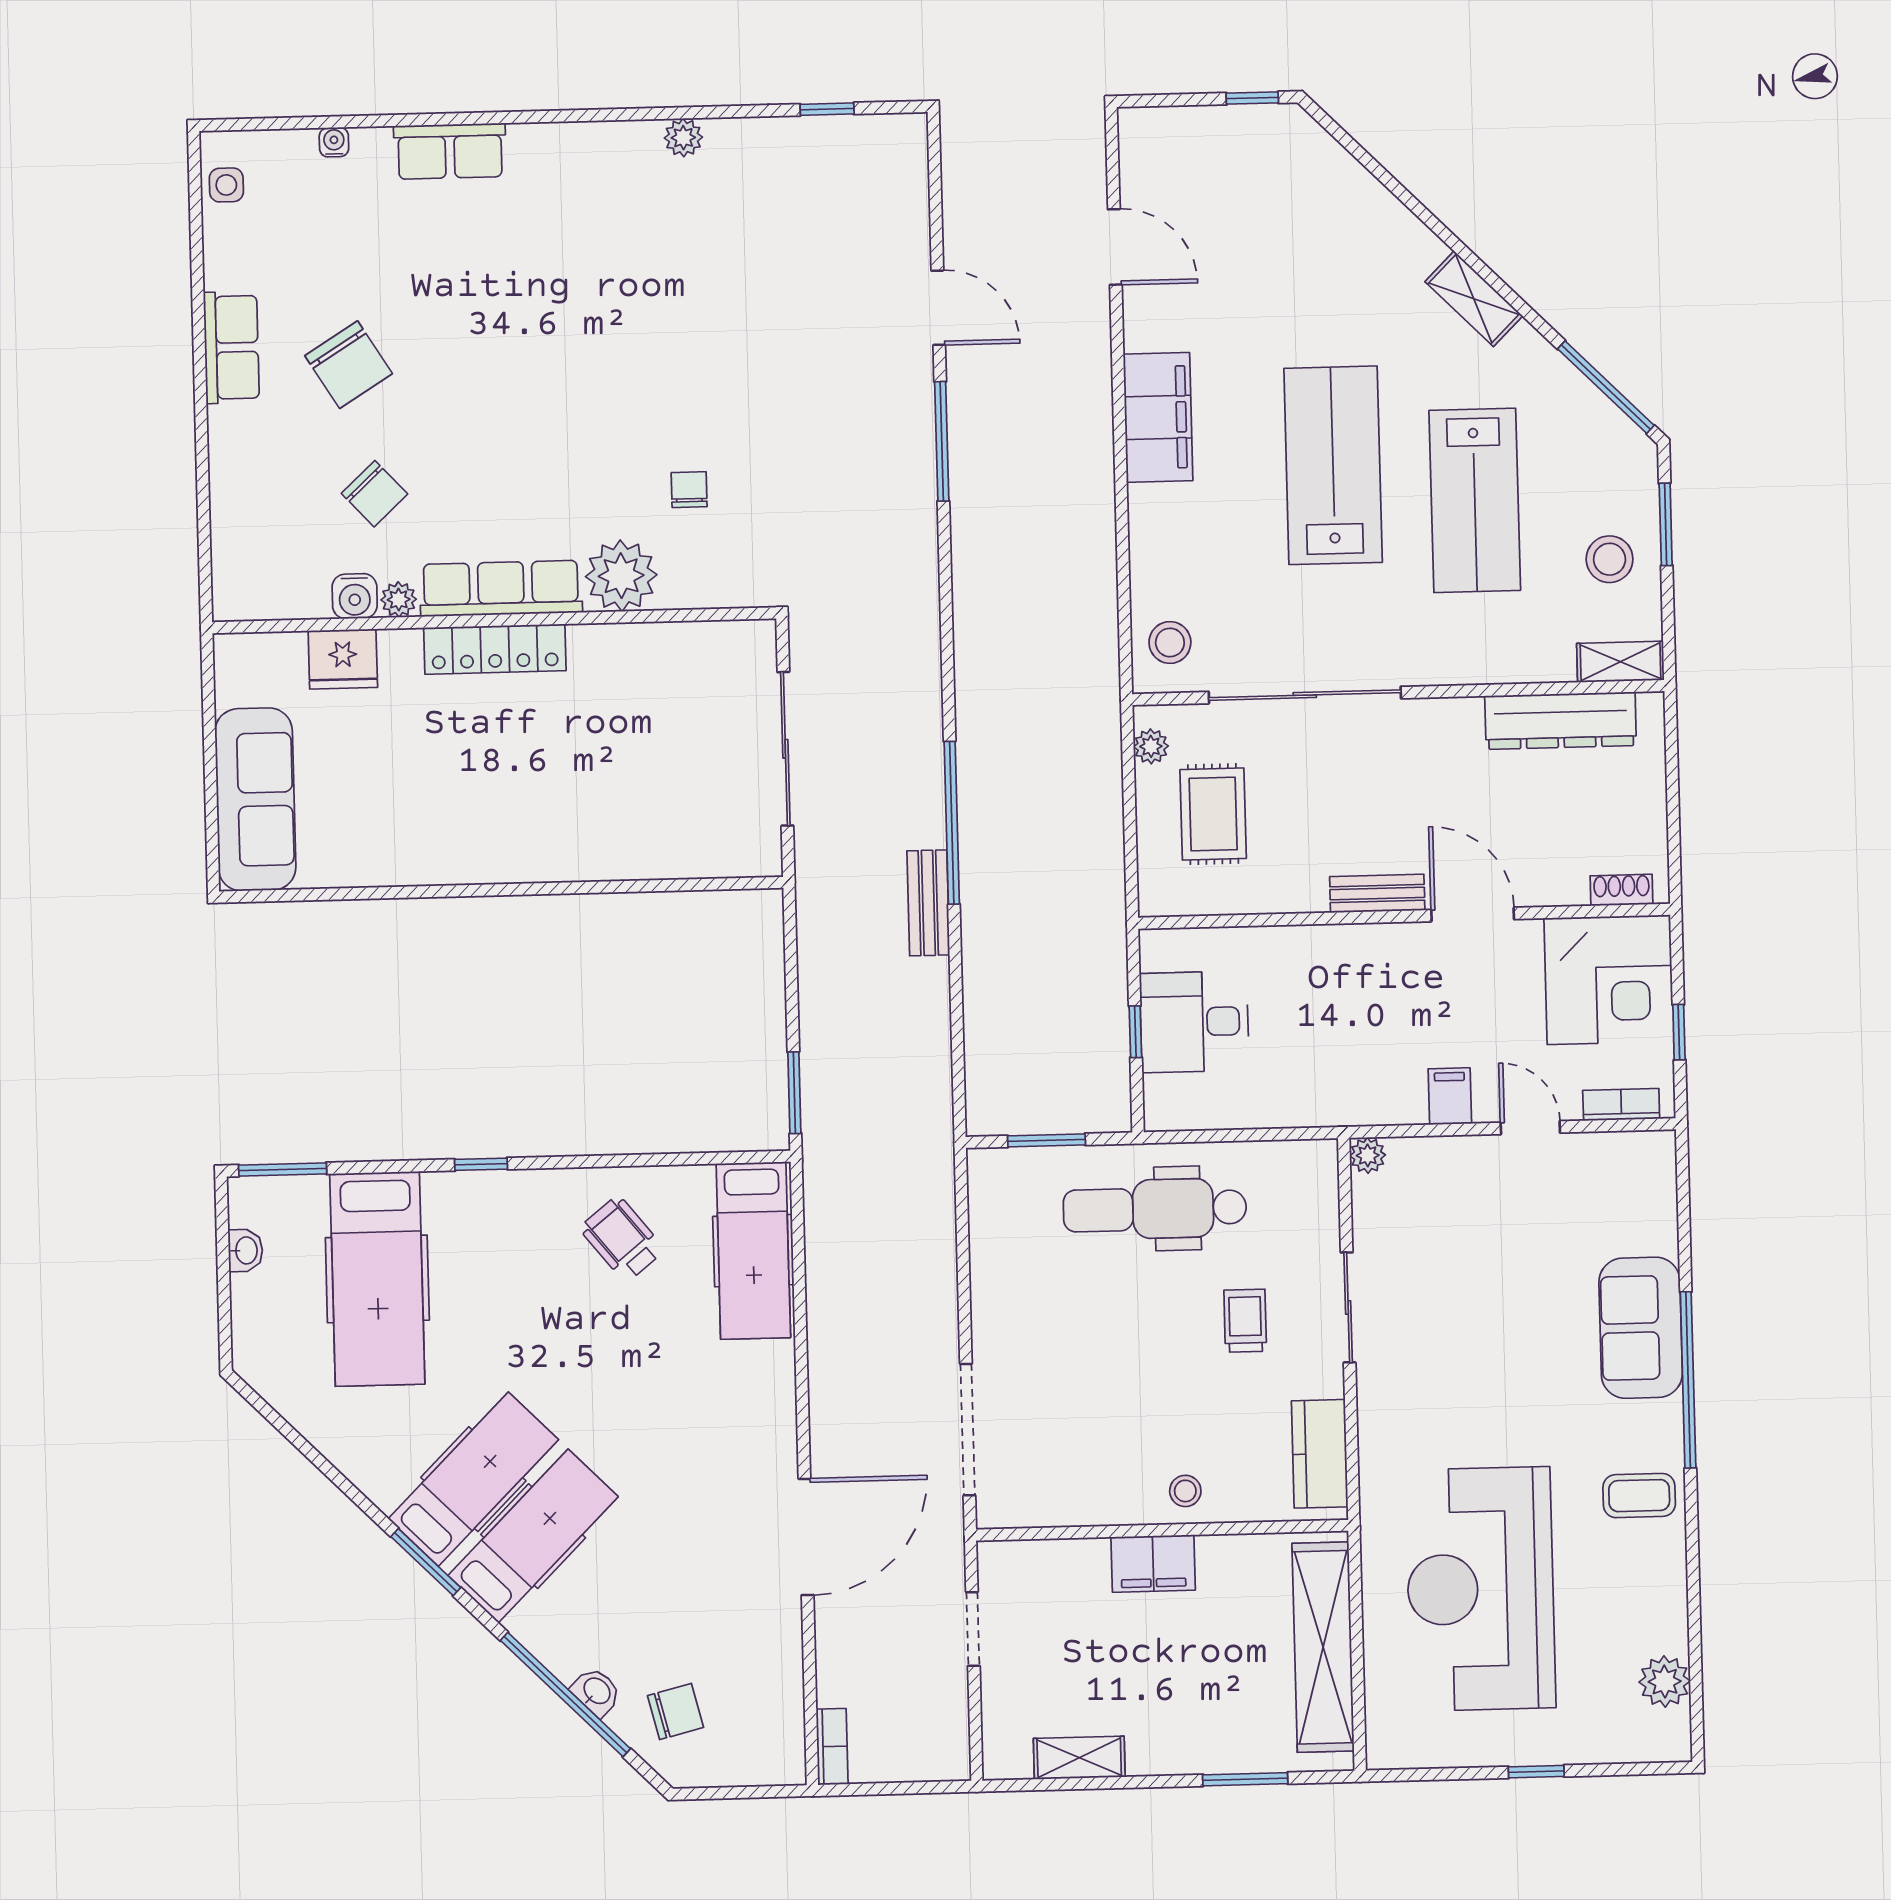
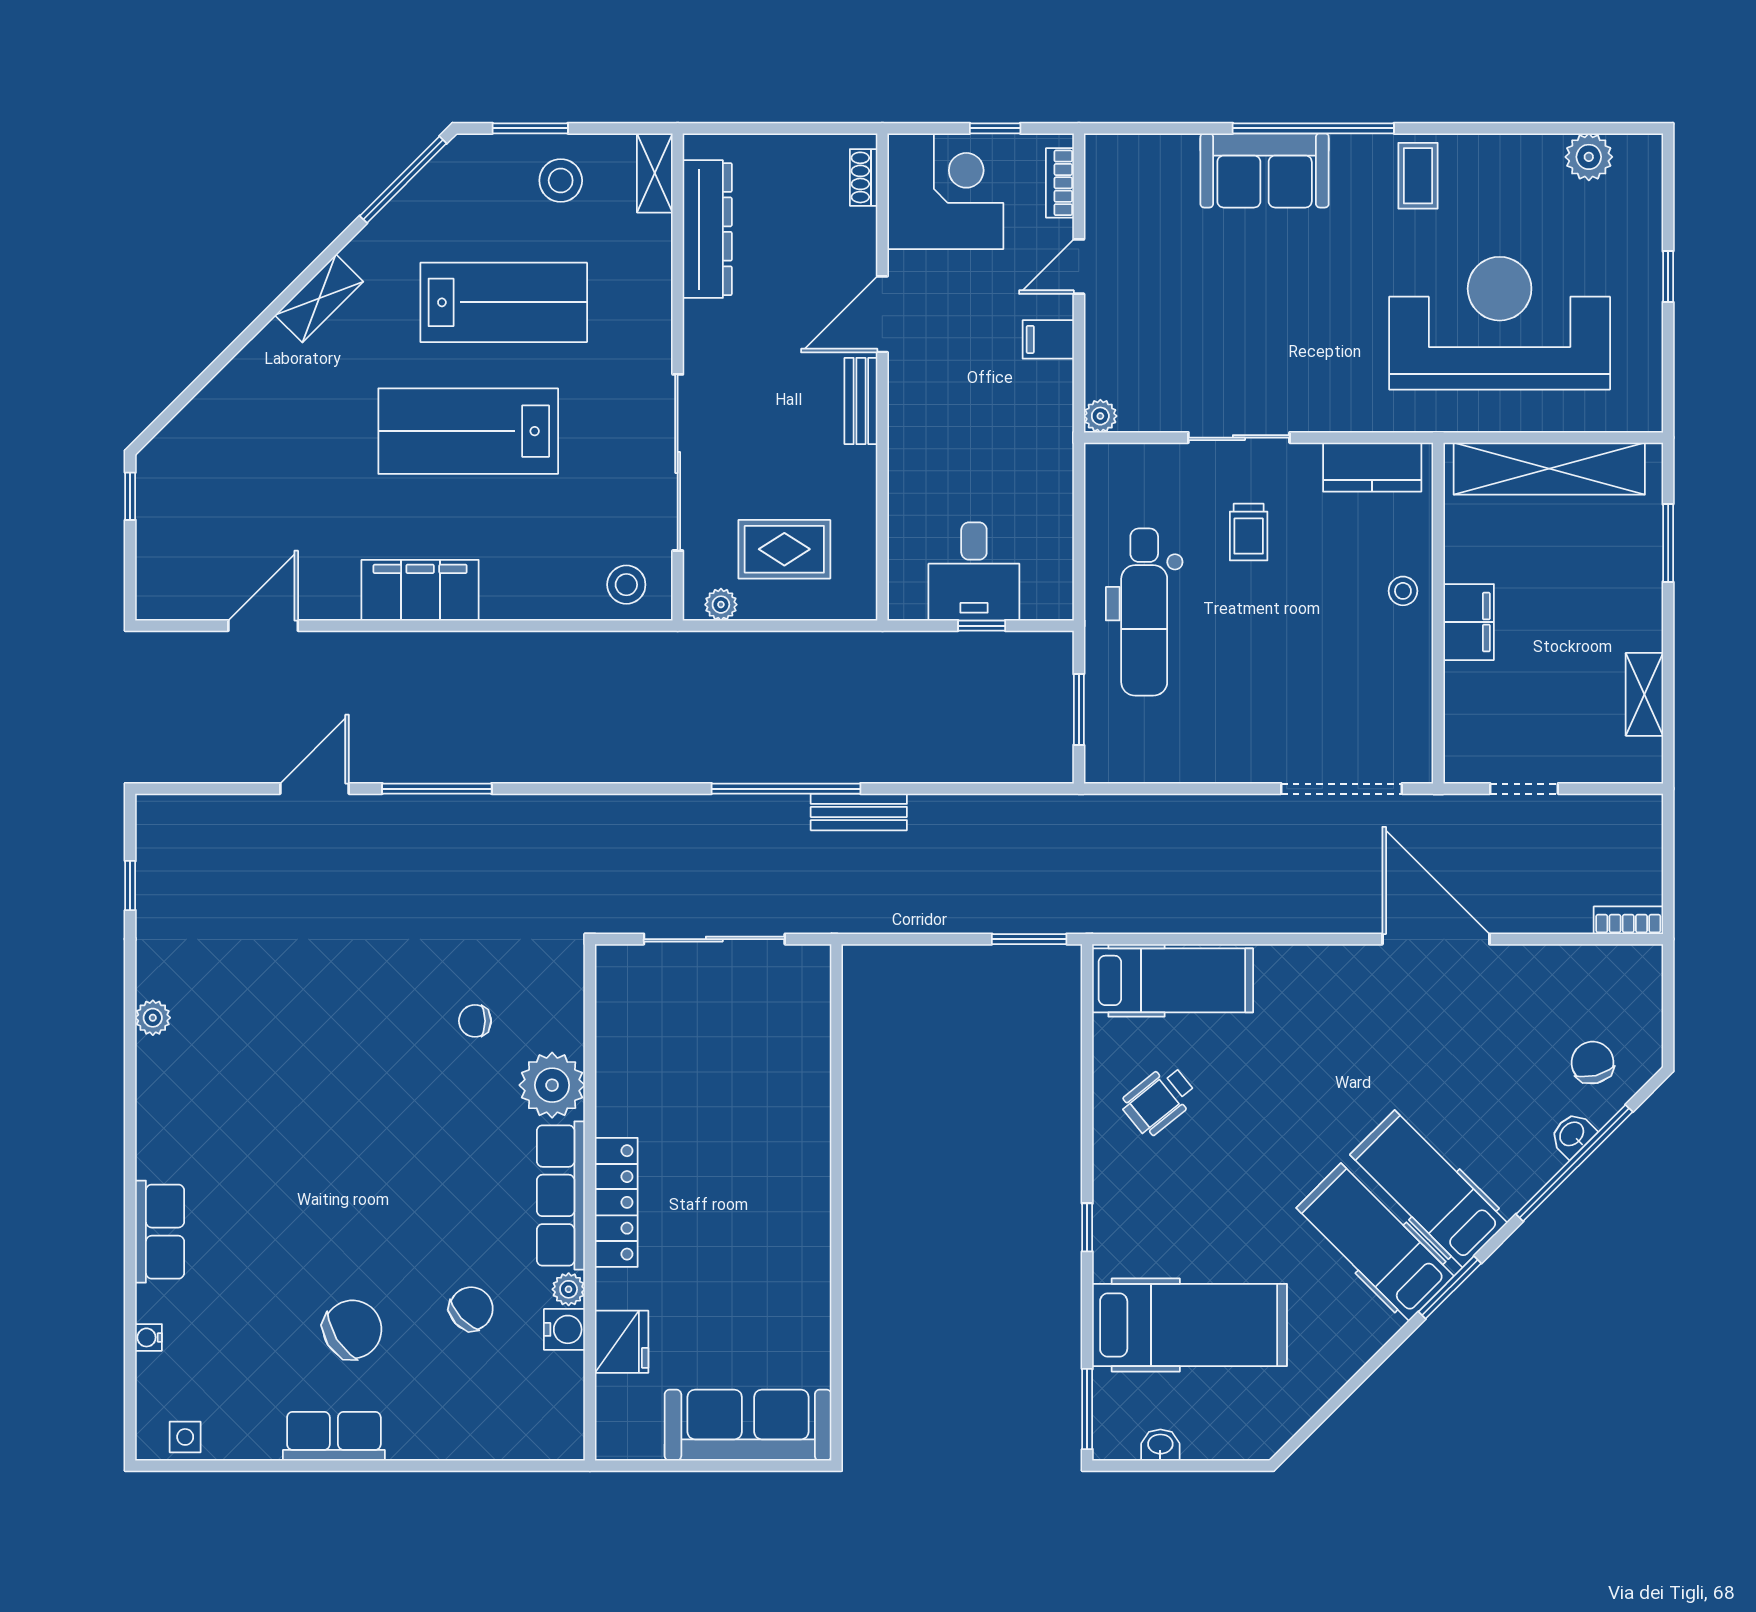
trolley: (1245, 1321) -> (1249, 532), turned -90
reception desk: (1480, 1589) -> (1500, 323), turned 180

